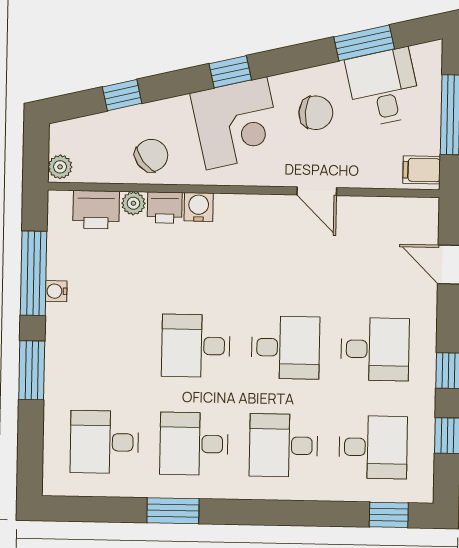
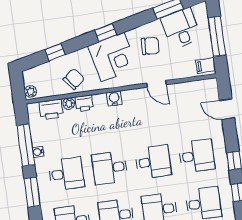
water cooler: (199, 207) -> (114, 99), moved
desk: (106, 344) -> (66, 174), added

